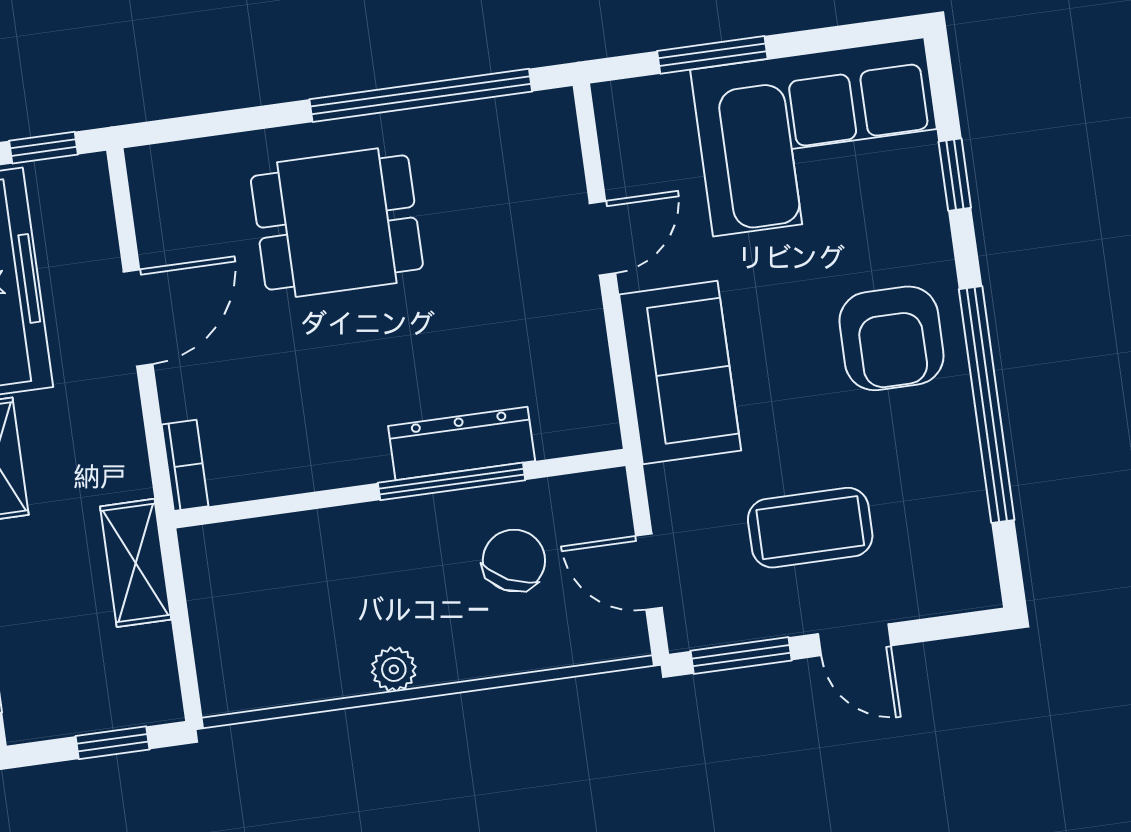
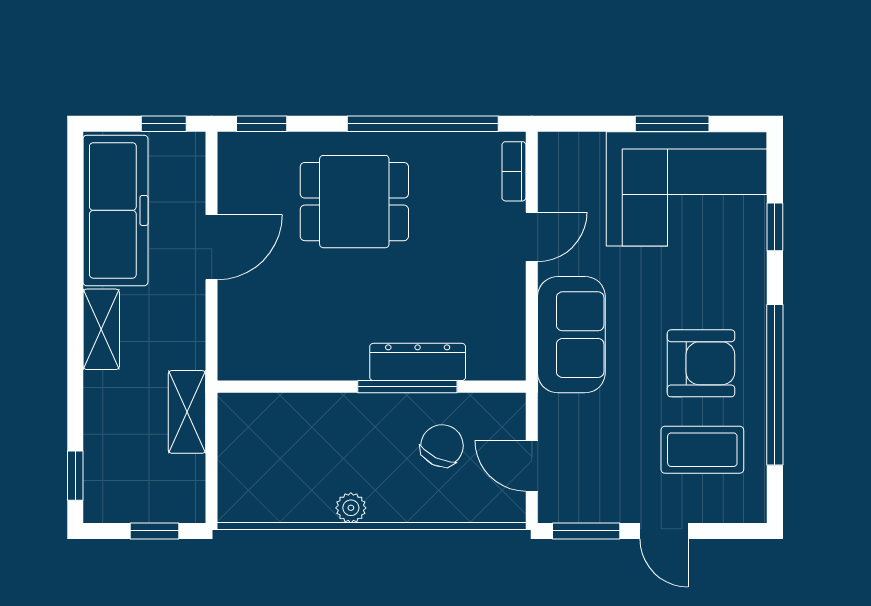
window: (712, 55) -> (672, 124), moved
window: (186, 128) -> (262, 124), added
armchair: (892, 338) -> (701, 363), moved, turned -90
bookcase: (185, 465) -> (514, 171), moved, turned 180
coffee table: (810, 528) -> (702, 450), moved

